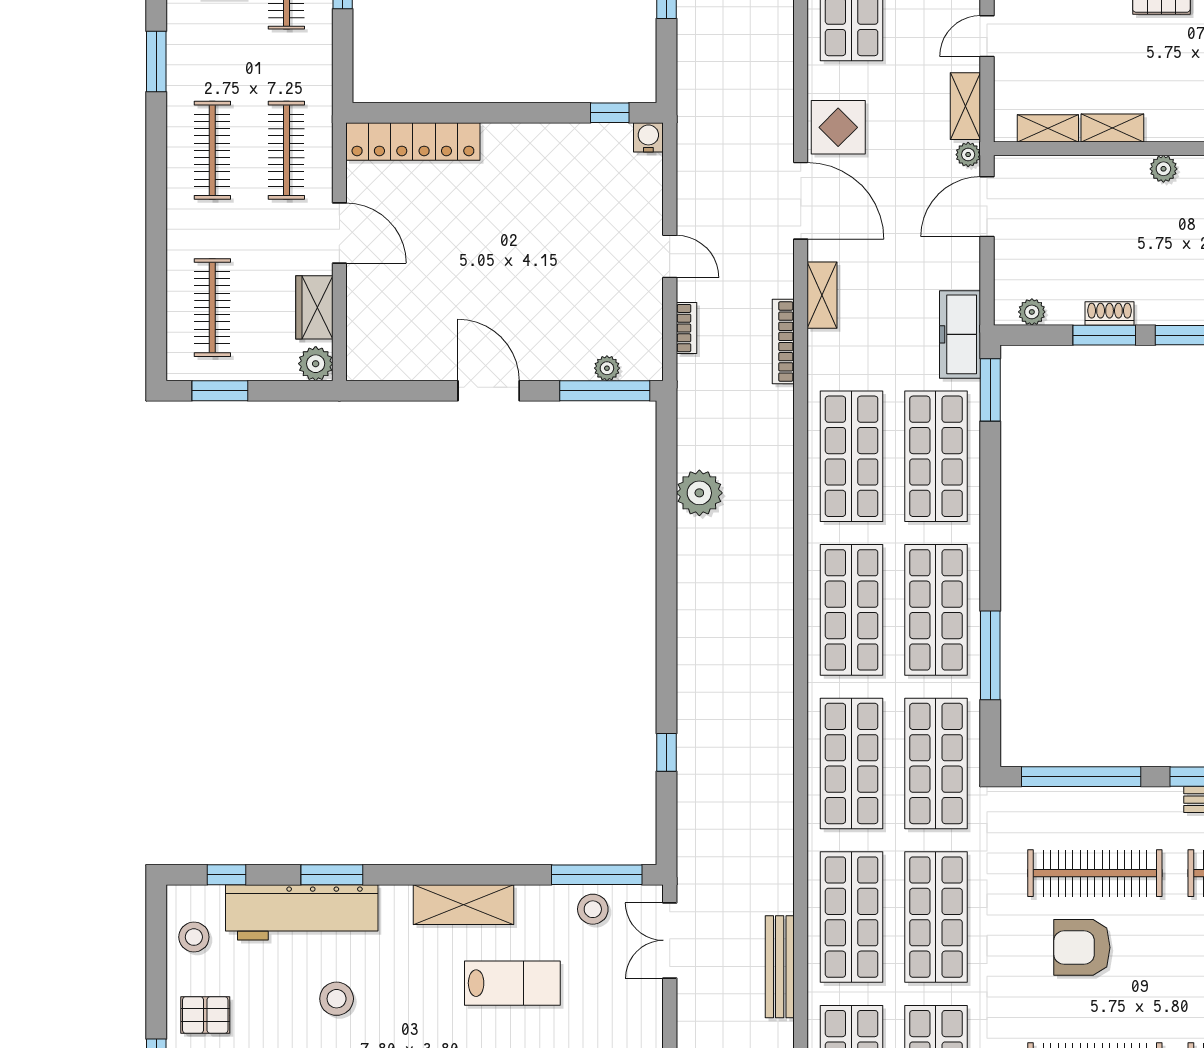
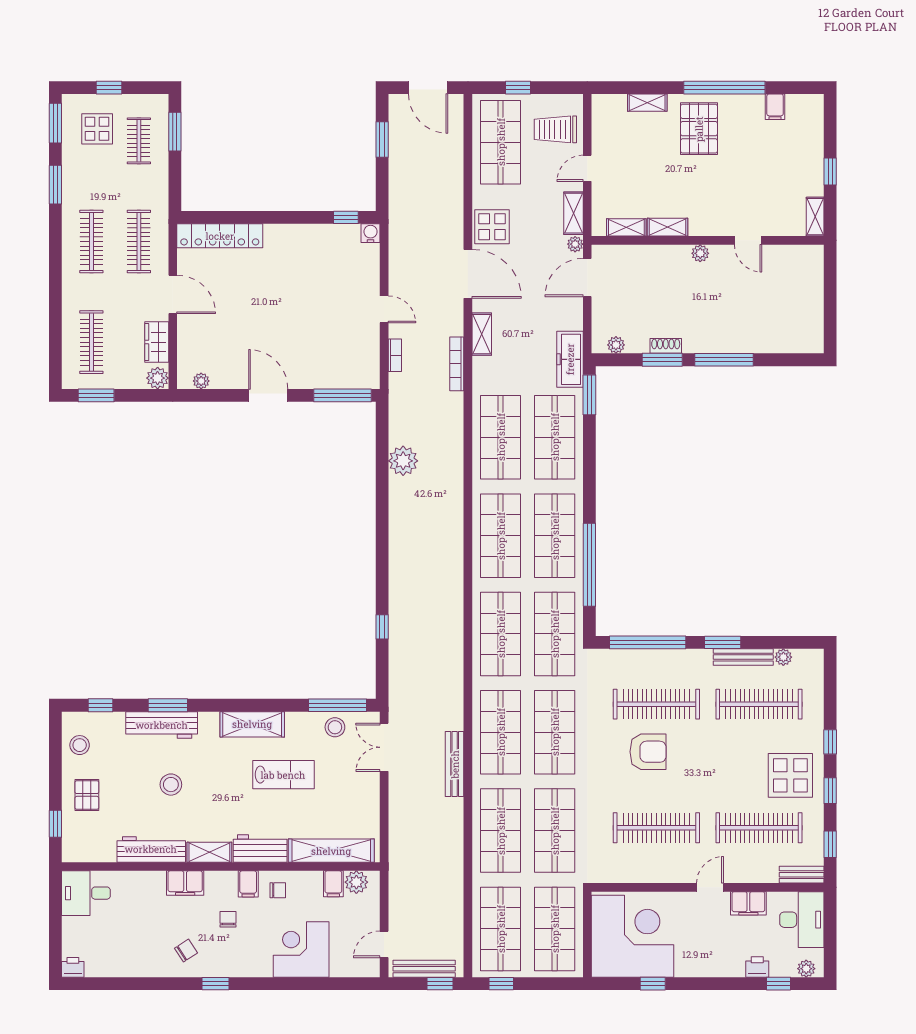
plant: (607, 368) -> (201, 381), moved
window: (990, 655) -> (589, 565), width x1.46
workbench: (302, 912) -> (162, 725), width x0.73, depth x0.76
armchair: (1082, 947) -> (648, 752), turned 180
pallet: (205, 1015) -> (87, 795), turned 90

